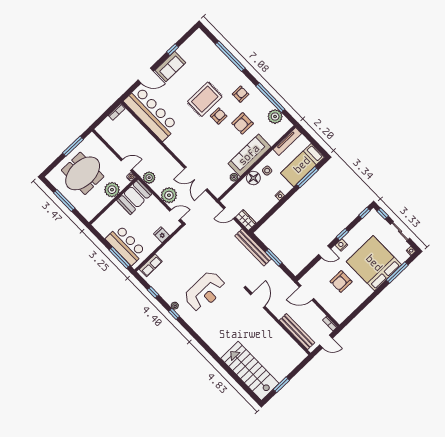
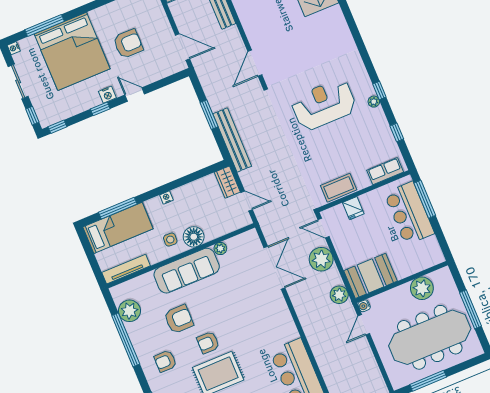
door: (127, 165) -> (364, 325), hinge flipped
meeting table: (83, 173) -> (430, 337), width x1.36
plant: (112, 190) -> (422, 288), moved
coffee table: (176, 244) -> (339, 188), added

